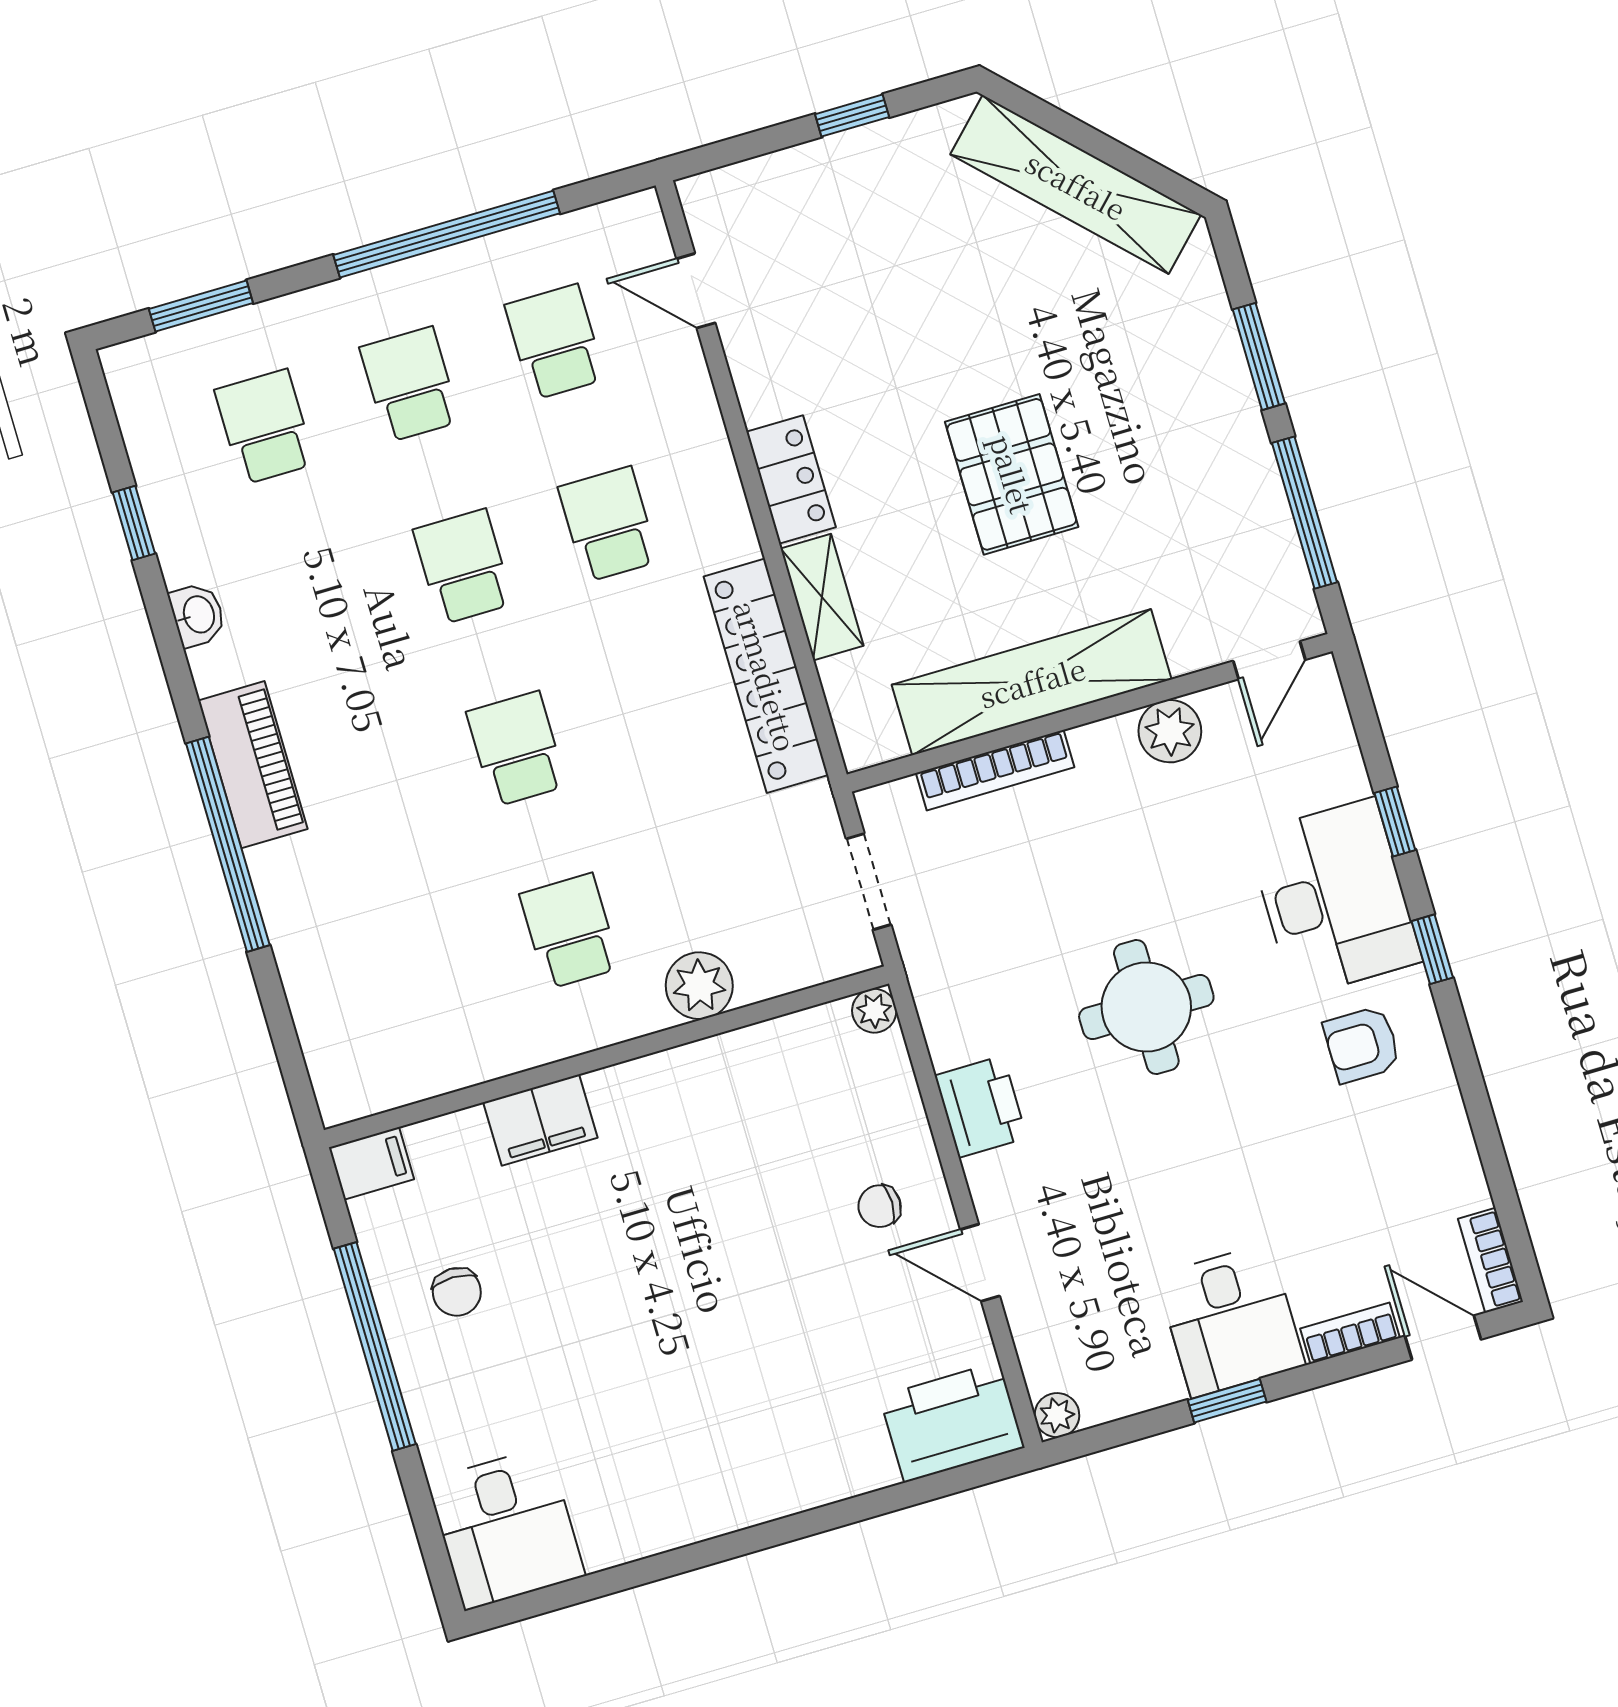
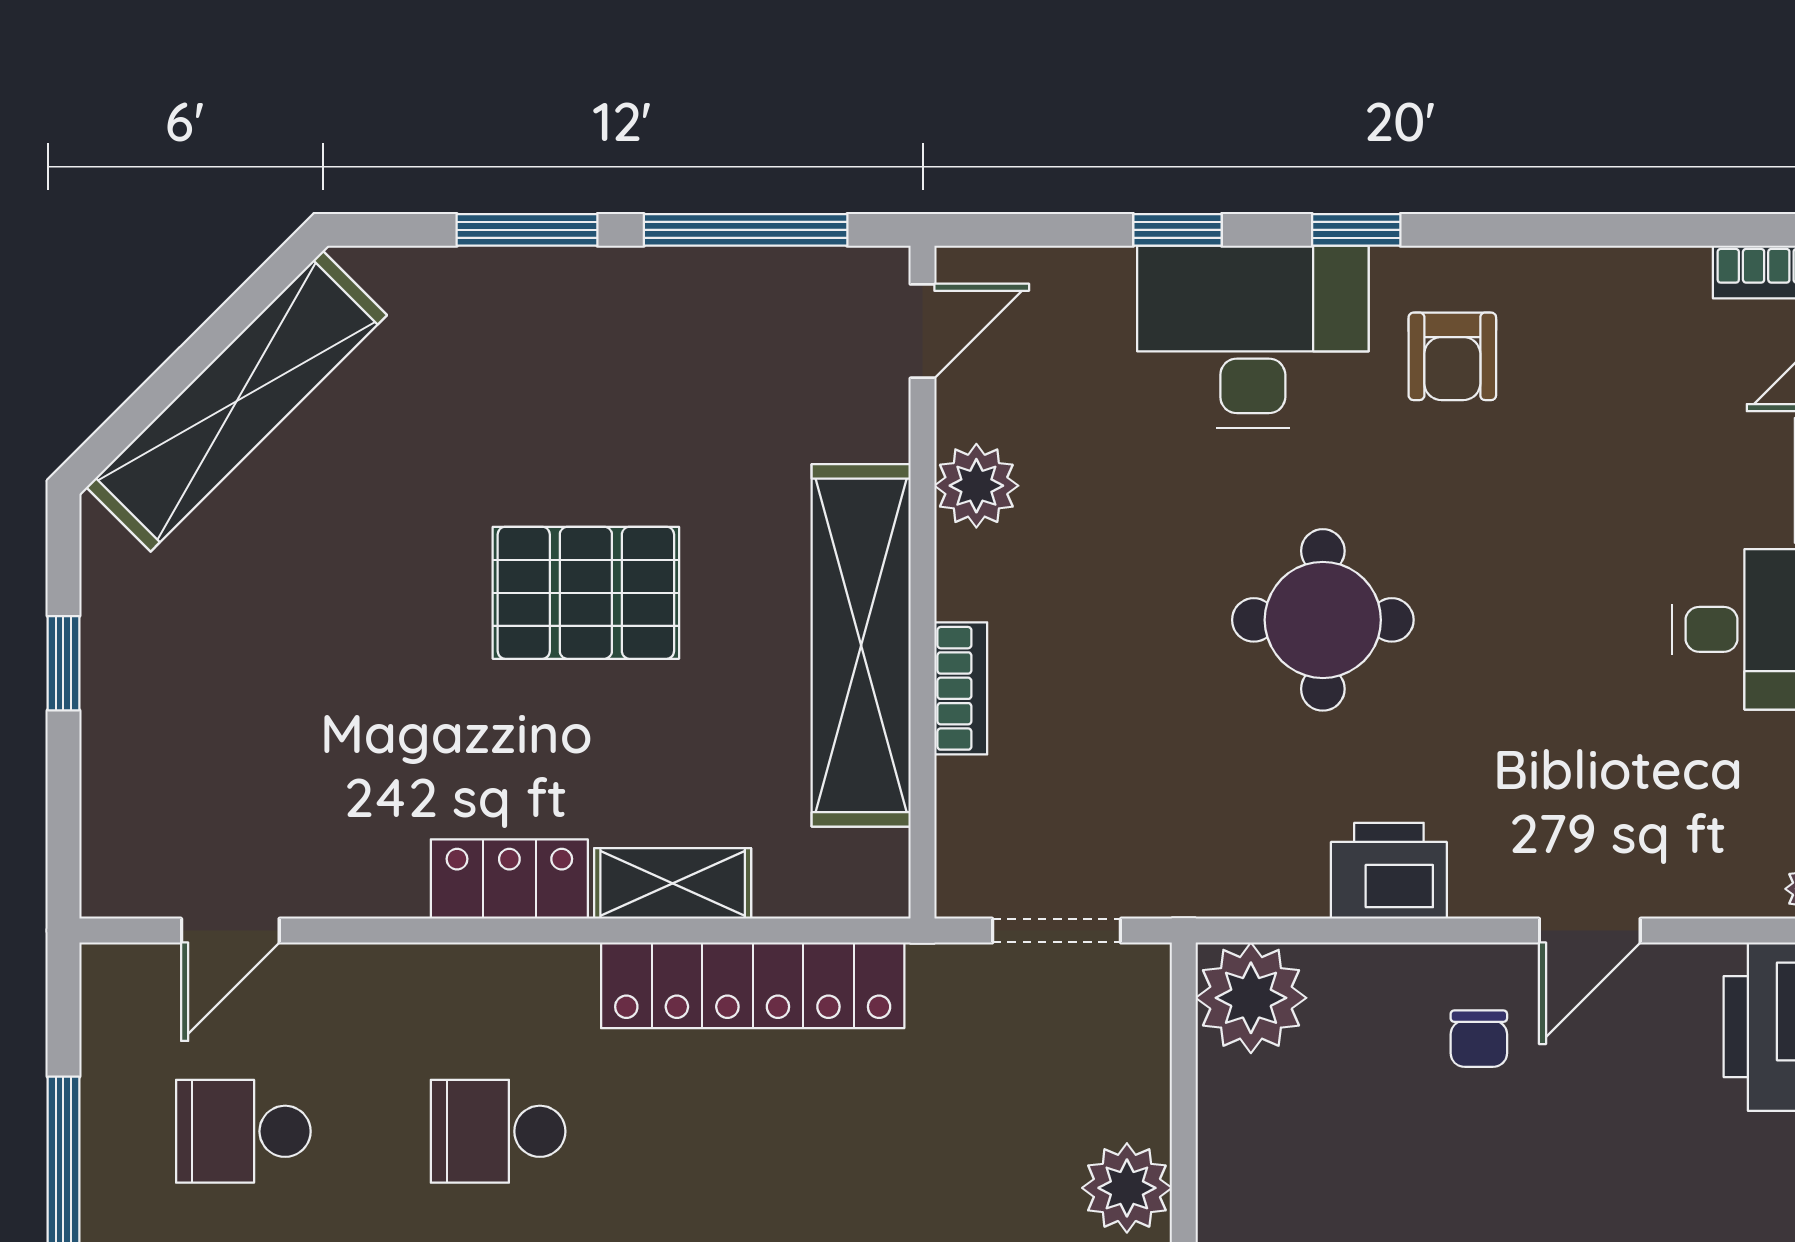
door: (1269, 660) -> (922, 331), hinge flipped
bookcase: (995, 770) -> (961, 688), width x0.64
plant: (874, 1011) -> (1251, 998), width x1.87, depth x1.87

